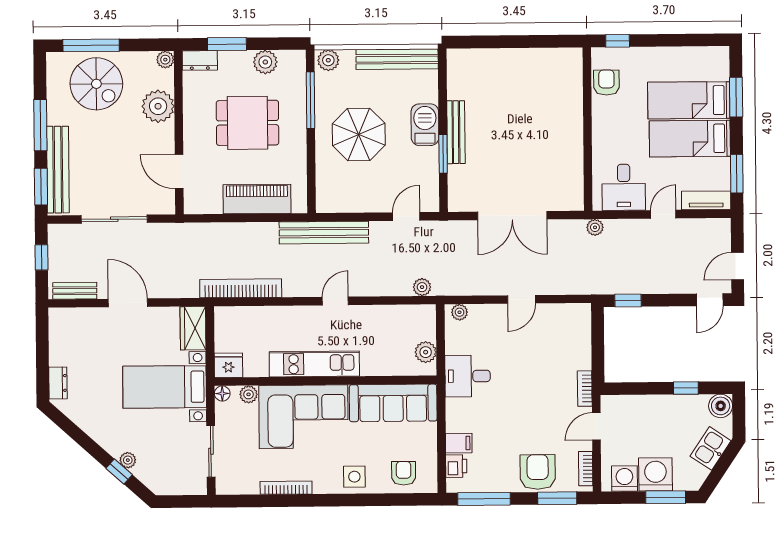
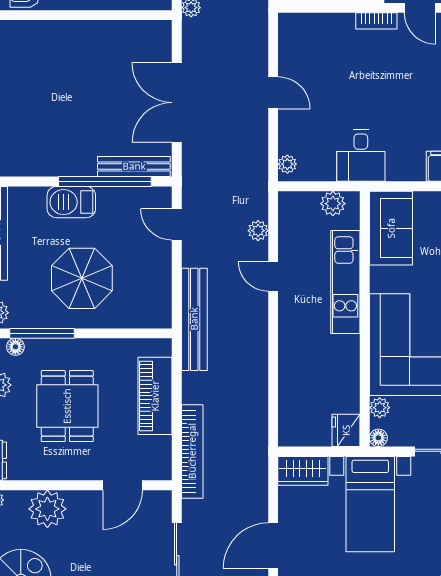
floor lamp: (299, 77) -> (15, 347), added
bench: (456, 132) -> (134, 166), moved
window: (443, 154) -> (105, 181), width x2.11
double door: (512, 216) -> (177, 103), swing flipped
plant: (422, 287) -> (258, 231), moved
bookcase: (241, 288) -> (192, 451), moved, turned 180
door: (335, 301) -> (273, 276), moved
kitchen unit: (314, 364) -> (345, 282), moved
sofa: (393, 403) -> (391, 228), width x0.73

